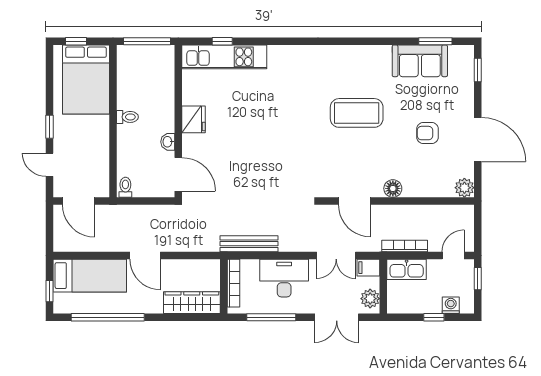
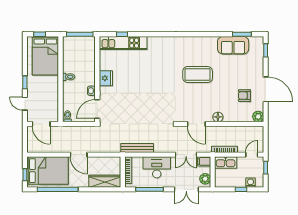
armchair: (428, 133) -> (245, 96), moved
door: (178, 174) -> (97, 109), swing flipped
bed: (90, 276) -> (47, 171), width x1.50

